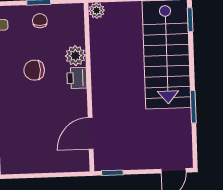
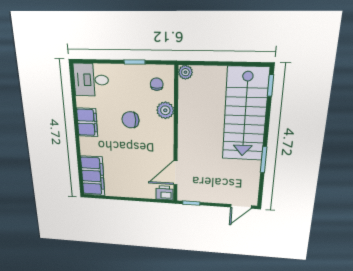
chair: (40, 21) -> (157, 84), moved
printer: (77, 78) -> (164, 193), moved, turned 90

